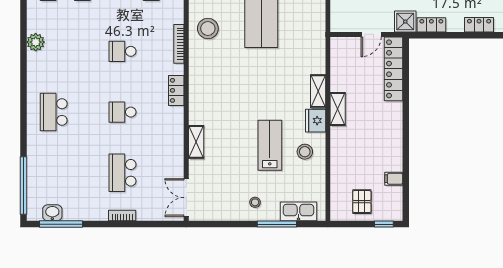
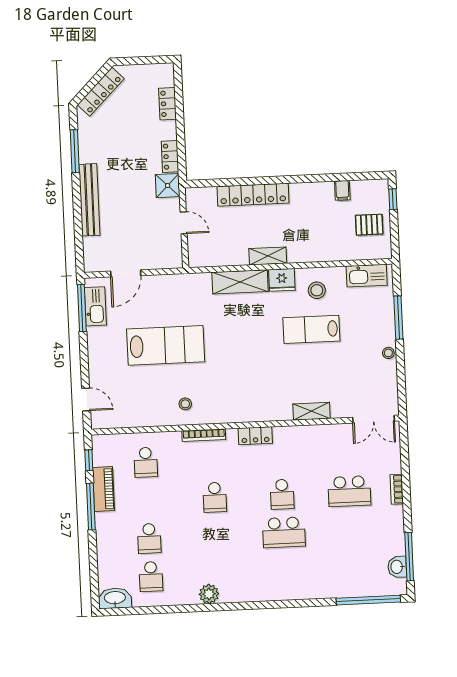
stool: (208, 29) -> (185, 404), width x0.53, depth x0.53
locker: (394, 69) -> (253, 195), moved
shelving: (318, 91) -> (240, 282), width x1.50, depth x1.33
school desk: (54, 112) -> (284, 532), moved
stool: (255, 202) -> (388, 353), moved
kitchen sink: (298, 211) -> (367, 276), moved, turned -90

